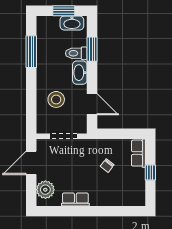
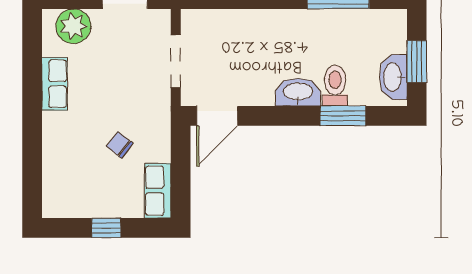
stool: (56, 99) -> (246, 47), removed
door: (92, 104) -> (217, 116), moved
row of seats: (138, 153) -> (158, 191), moved, turned -90

